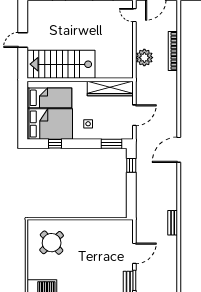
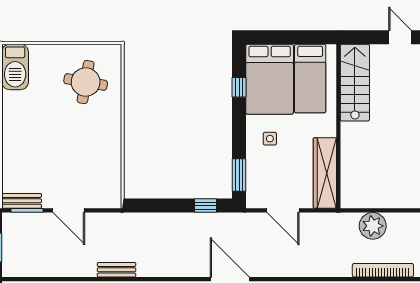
stairs: (61, 64) -> (355, 83), width x0.73, depth x0.66
round table: (52, 243) -> (86, 82), turned -37

